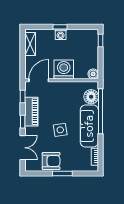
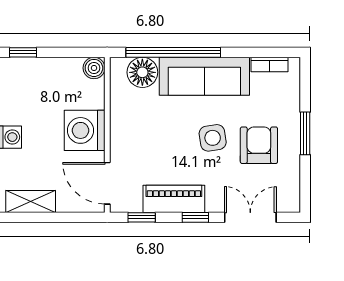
armchair: (51, 161) -> (259, 145), moved

